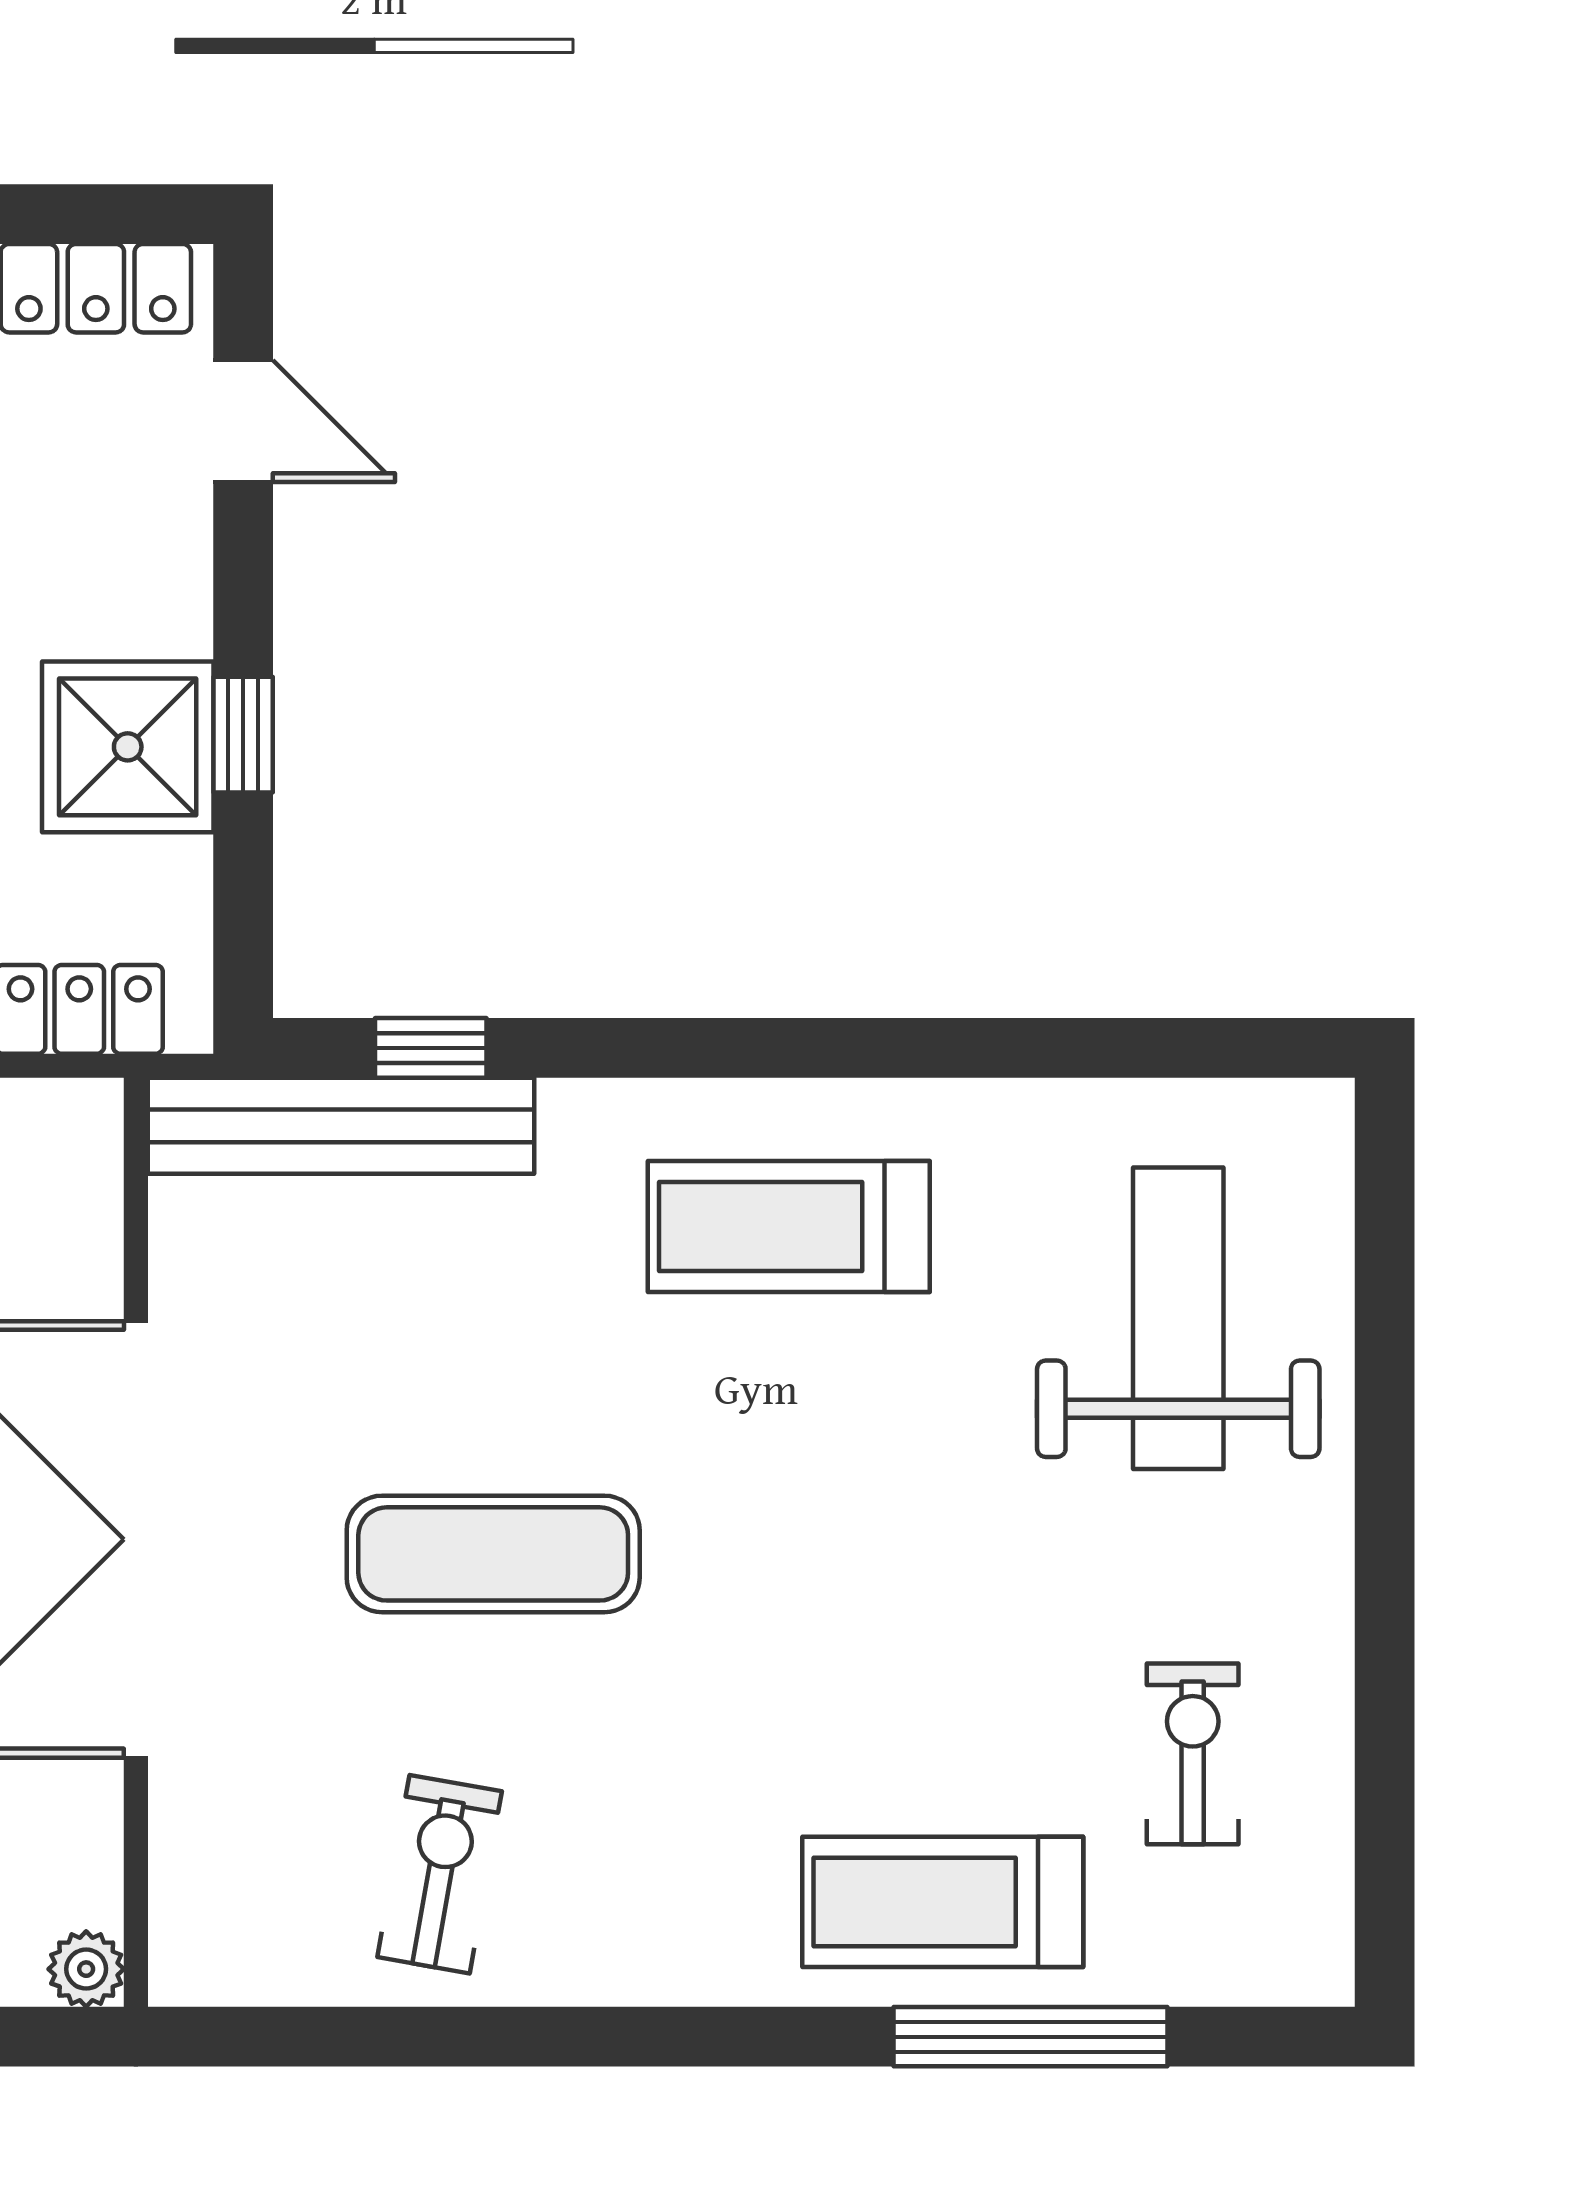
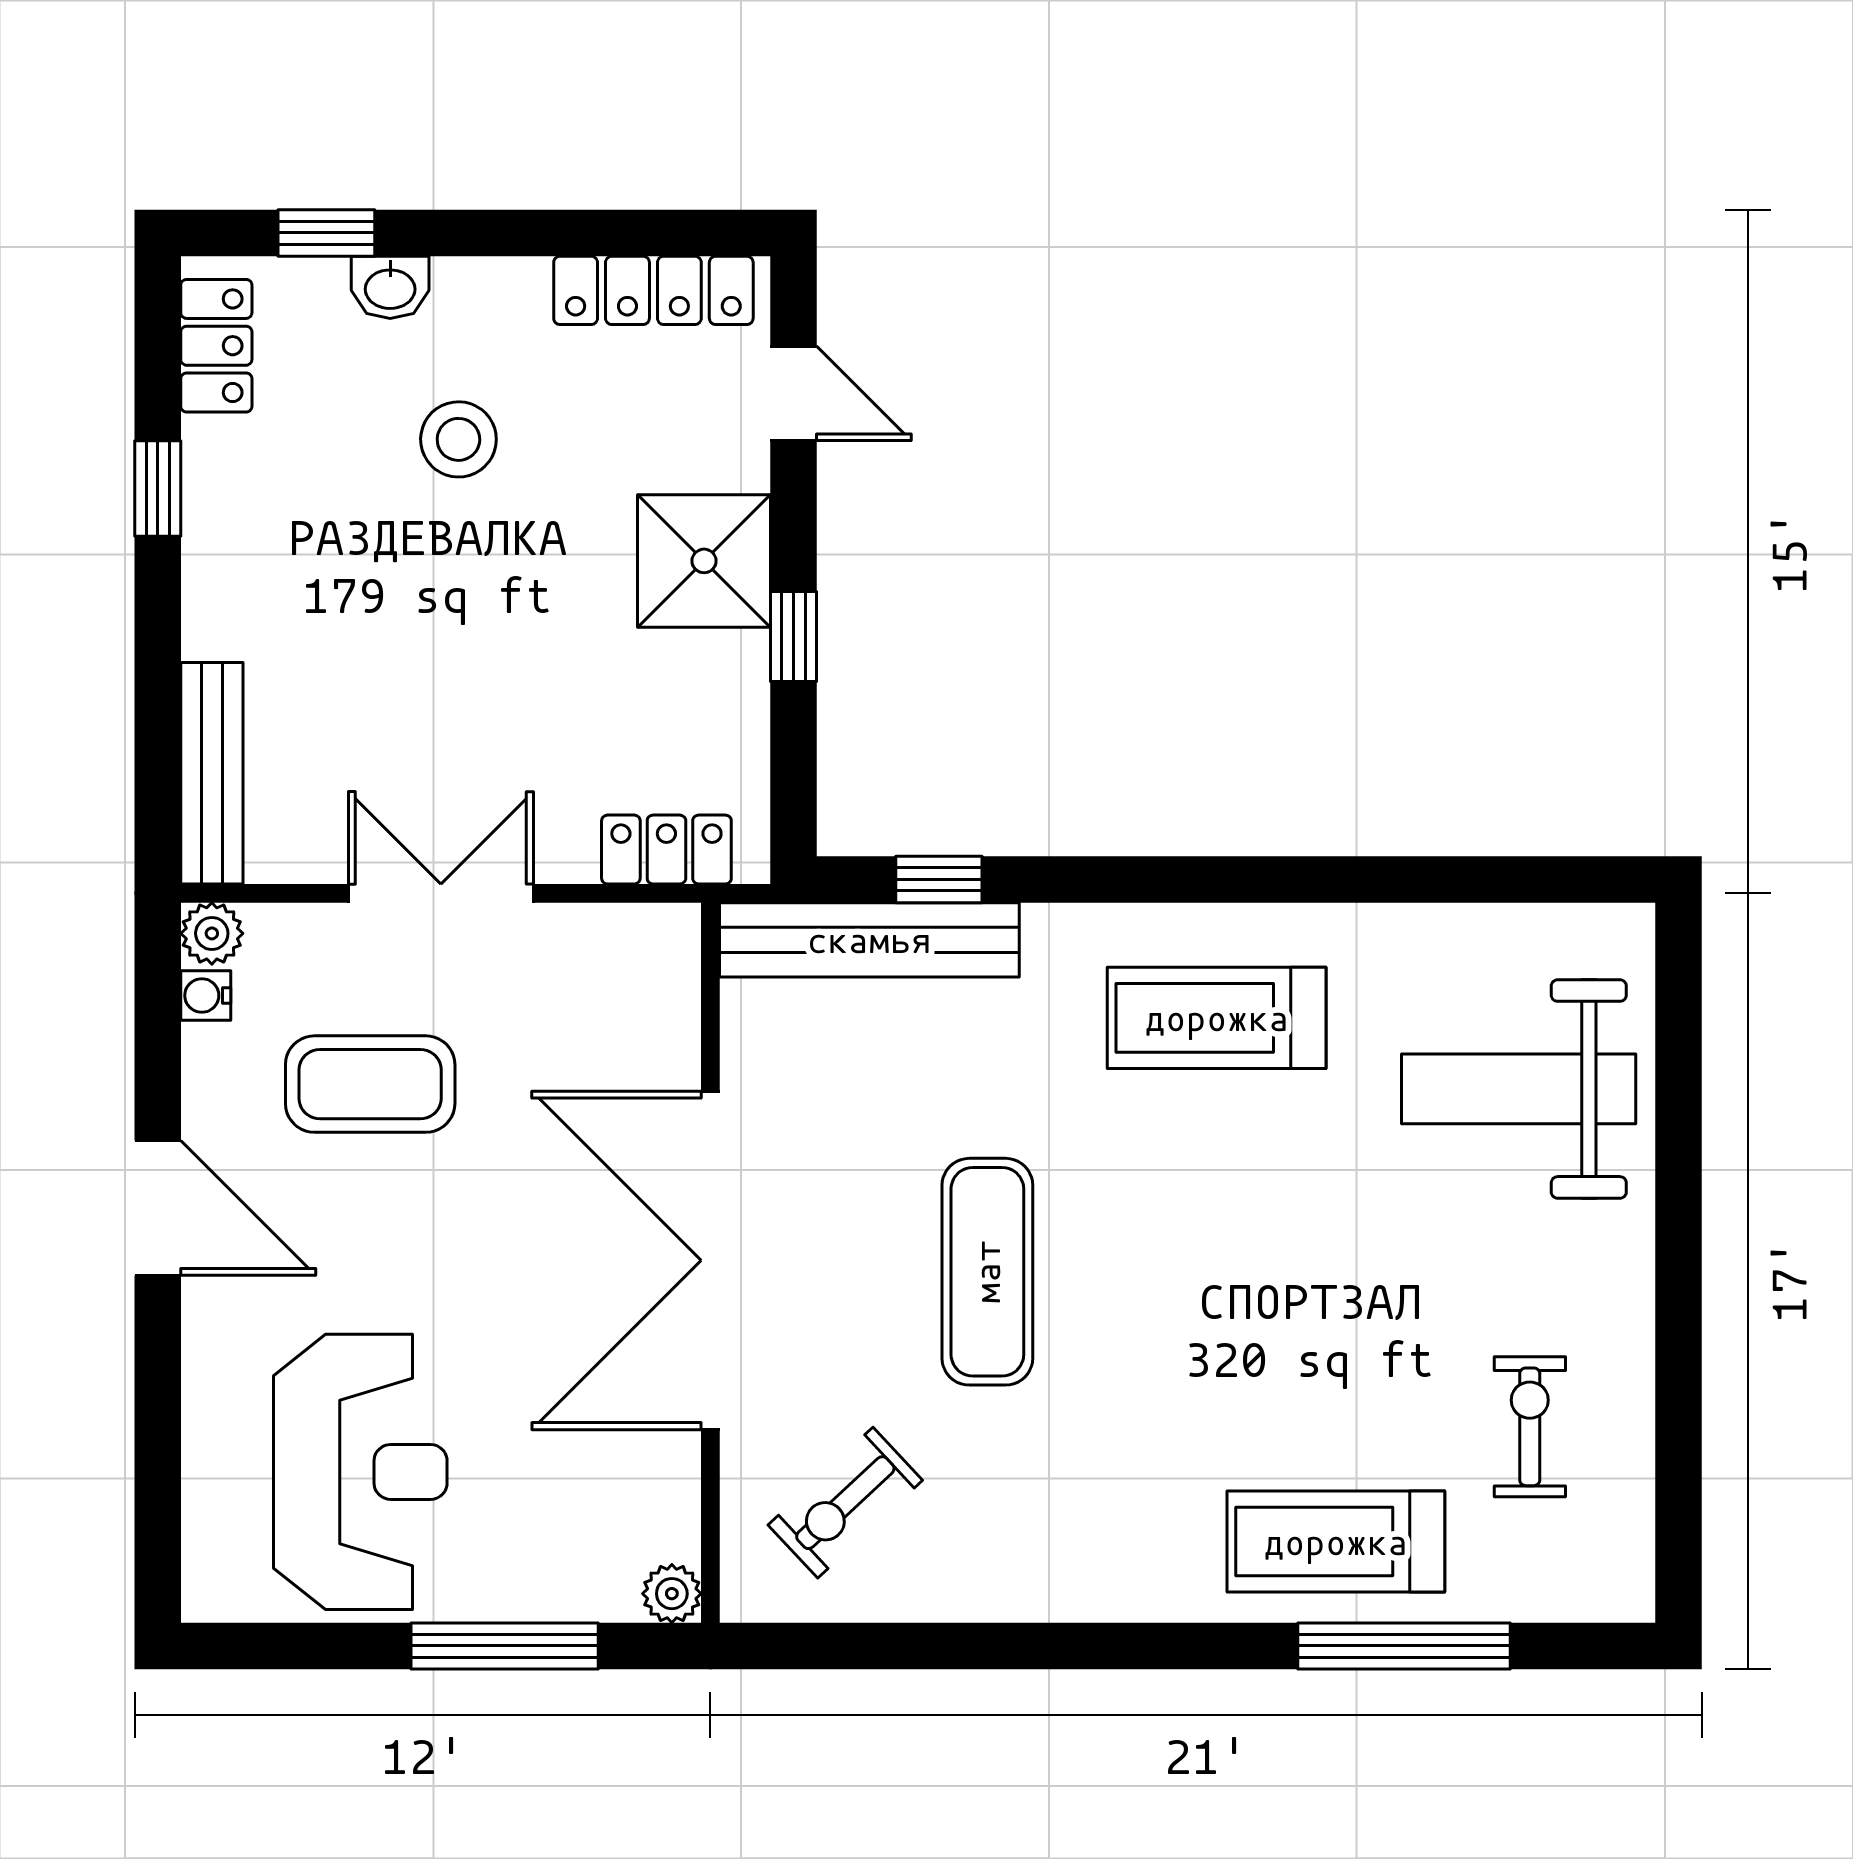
shower: (128, 747) -> (704, 561), moved
weight bench: (1178, 1318) -> (1519, 1089), turned -90
exercise mat: (493, 1554) -> (987, 1272), turned 90
exercise bike: (440, 1874) -> (845, 1503), moved, turned -143

